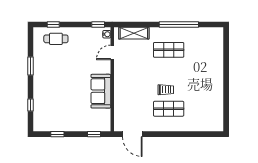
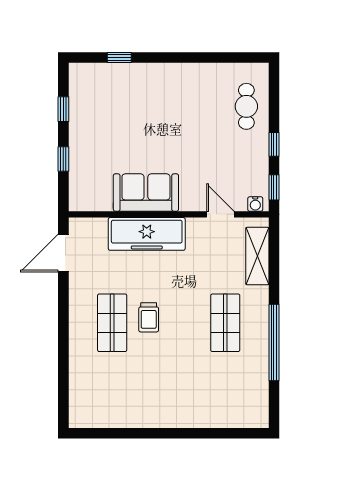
window: (53, 24) -> (274, 144), moved
window: (30, 66) -> (194, 57), removed
freezer: (122, 91) -> (147, 234), added
window: (94, 134) -> (63, 159), moved

